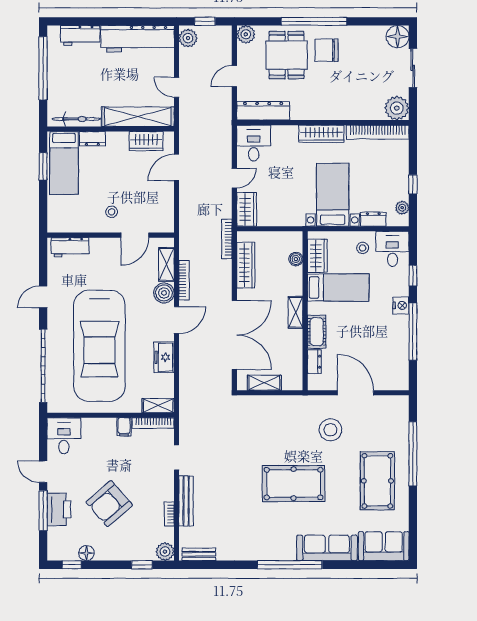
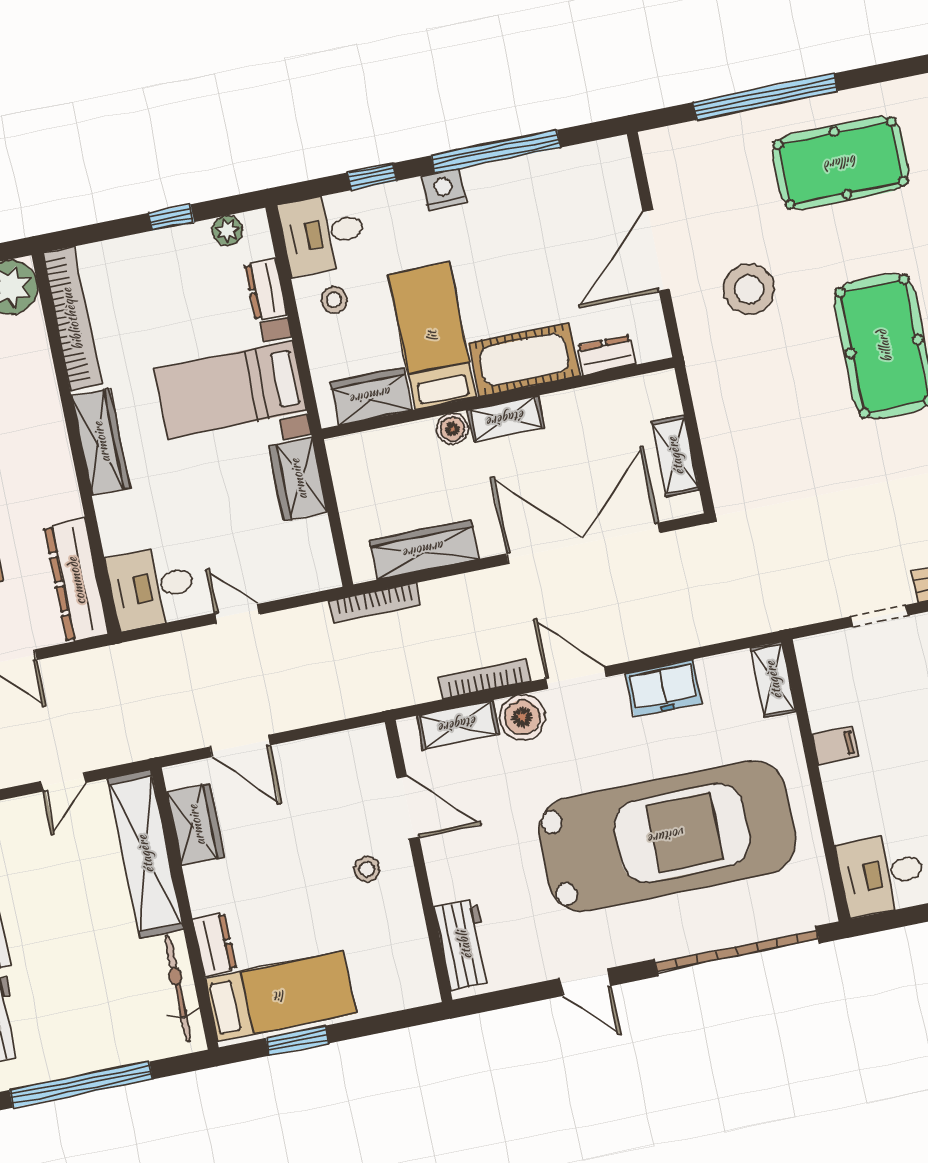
wardrobe: (247, 209) -> (298, 479), moved, turned -90
boiler: (296, 259) -> (452, 429), moved
cot: (317, 332) -> (524, 359), width x1.37, depth x1.34
bookcase: (153, 423) -> (814, 683), removed

